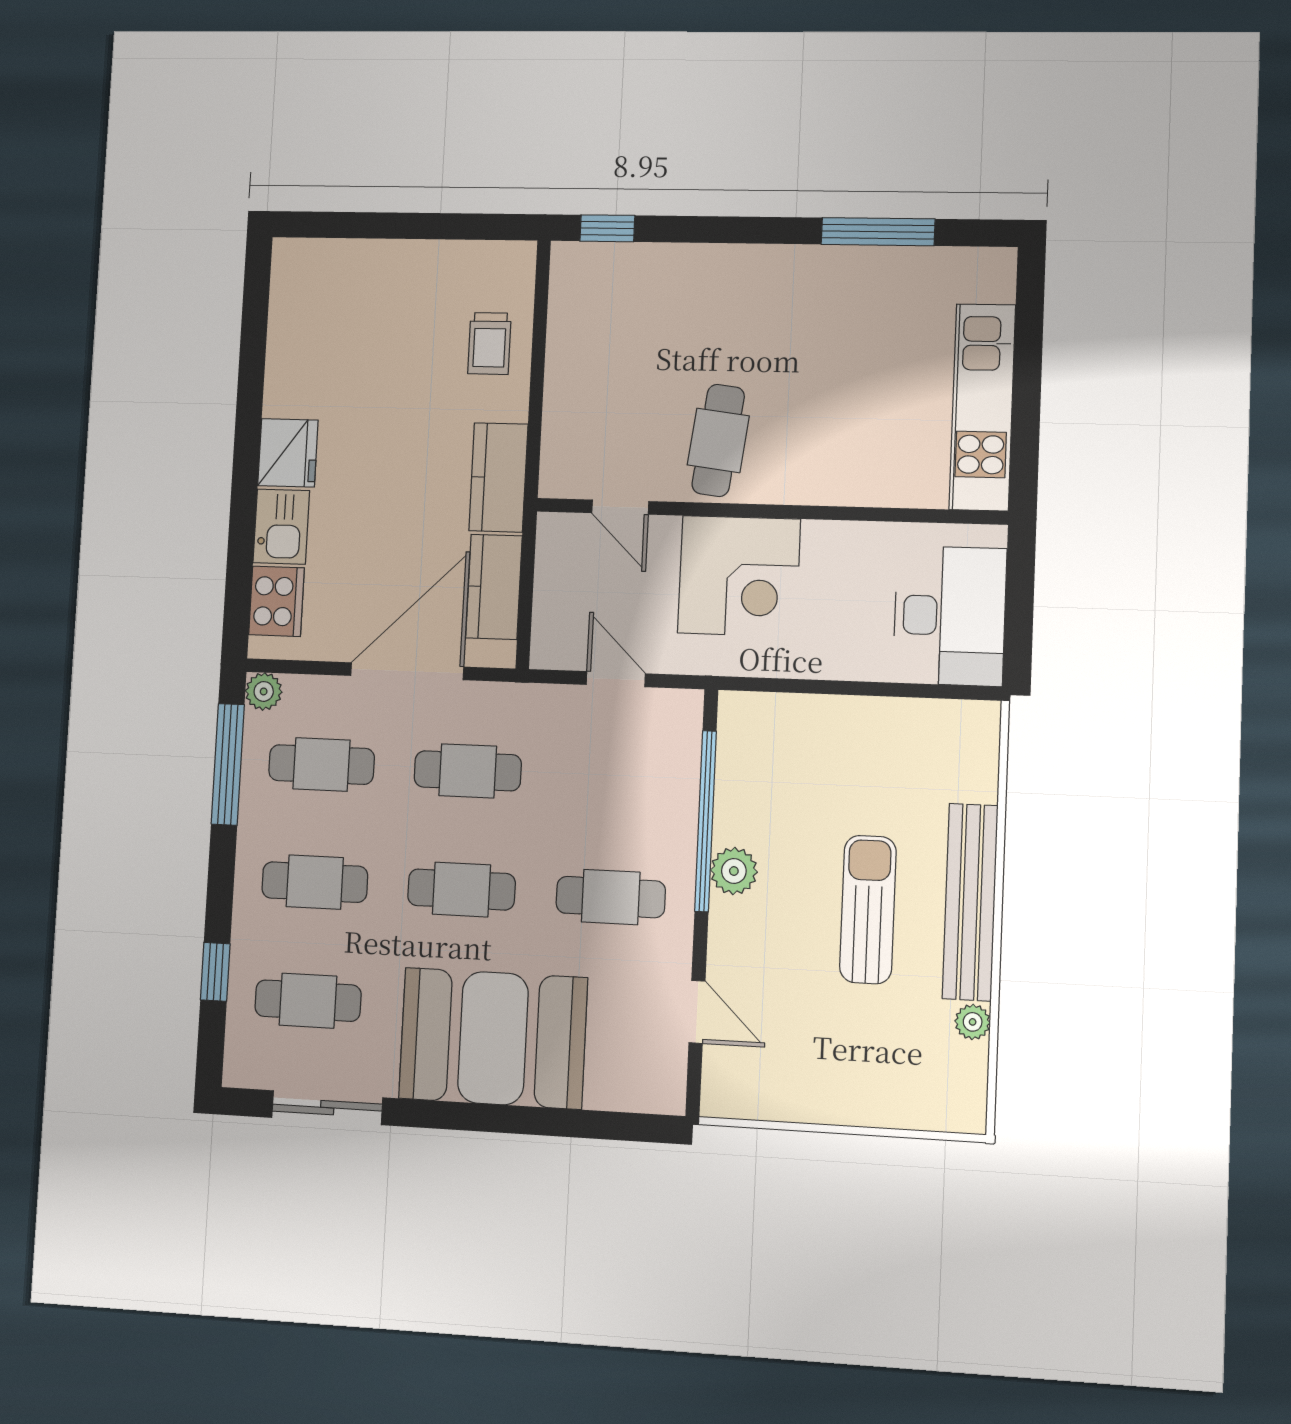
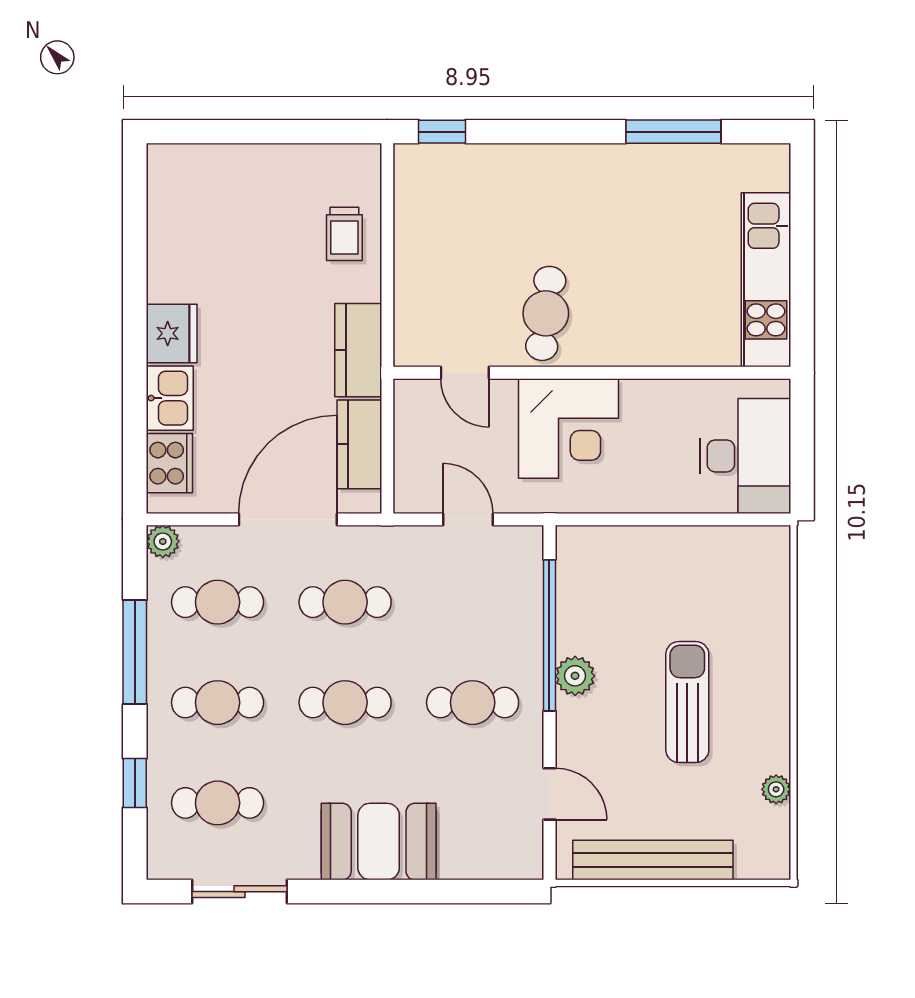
window: (228, 764) -> (135, 652), moved
bench: (970, 902) -> (653, 860), moved, turned 90
booth: (493, 1038) -> (379, 842), width x0.73, depth x0.70

